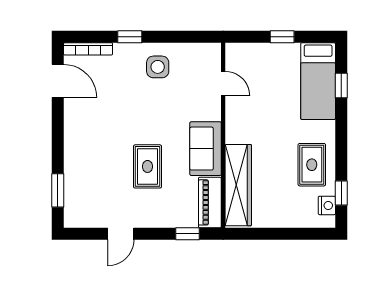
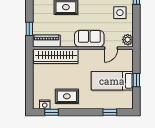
plant: (207, 53) -> (128, 40), added
bed: (318, 81) -> (112, 81), moved
sofa: (206, 149) -> (89, 39), moved

